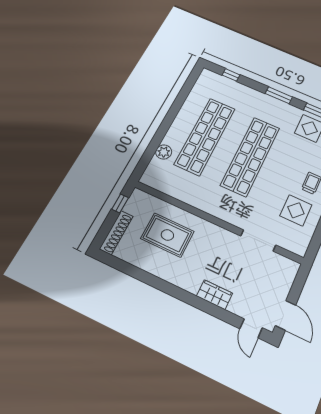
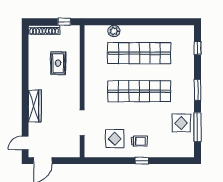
rug: (167, 235) -> (58, 63), width x0.73, depth x0.70
wardrobe: (214, 295) -> (35, 106), width x1.50

